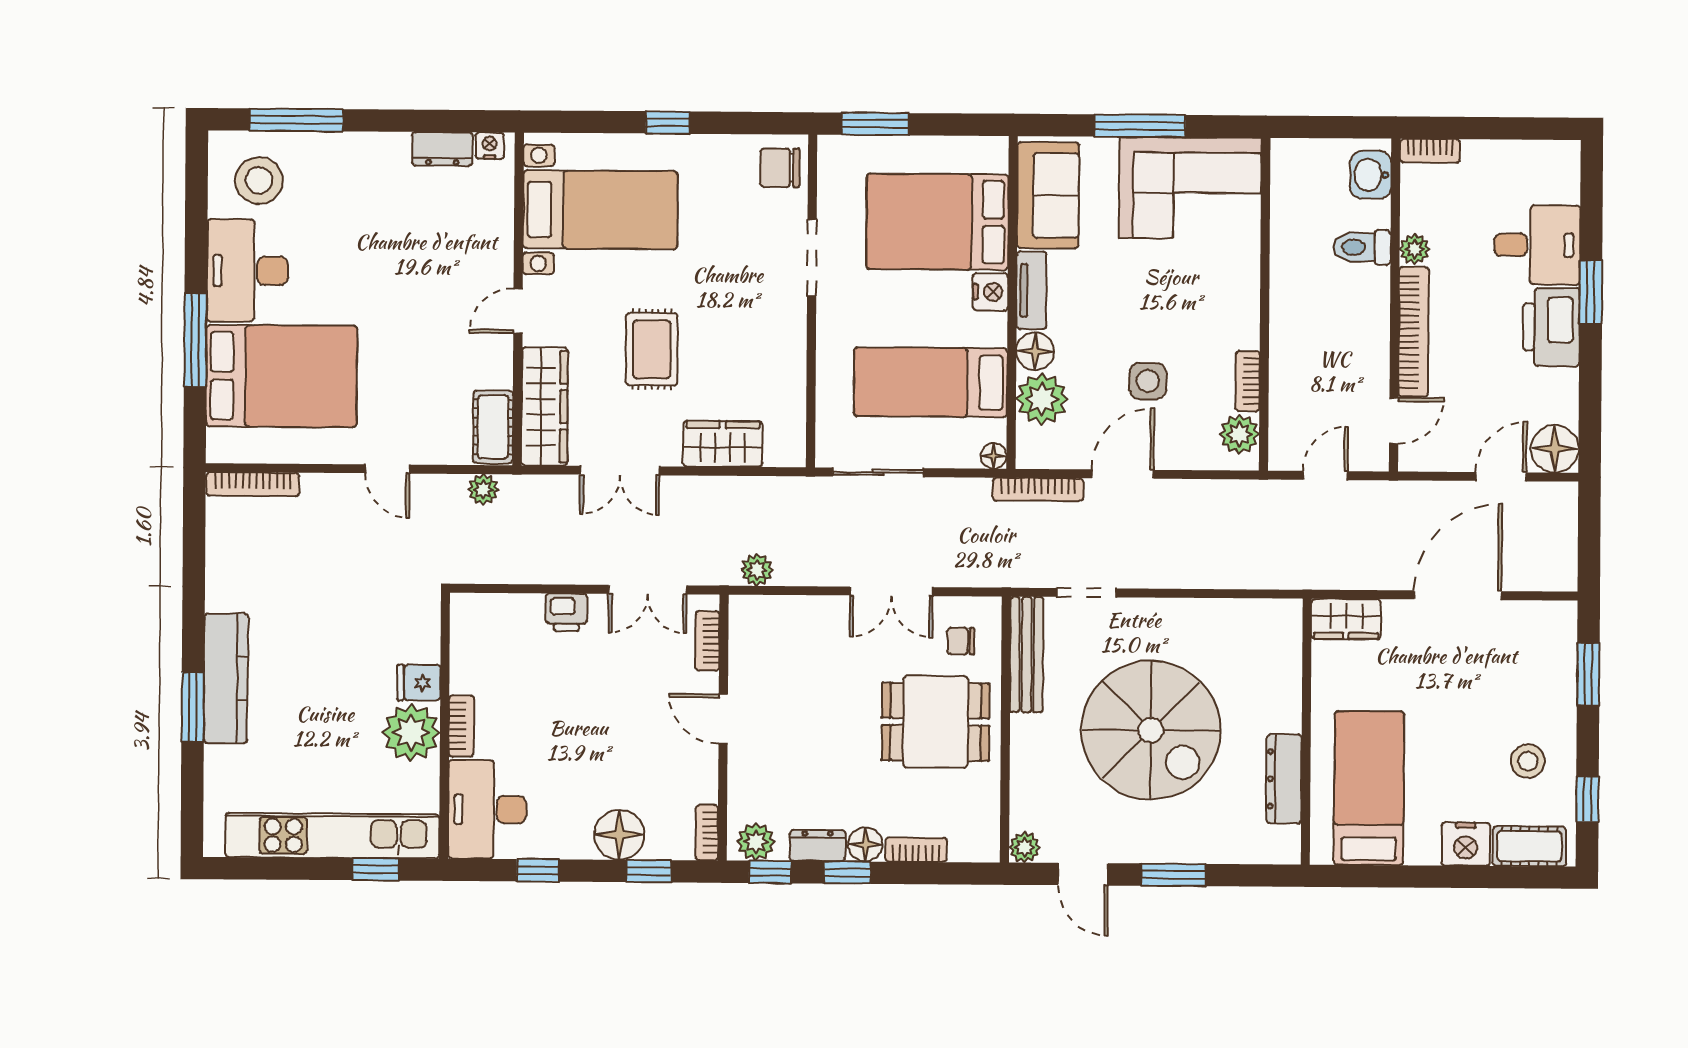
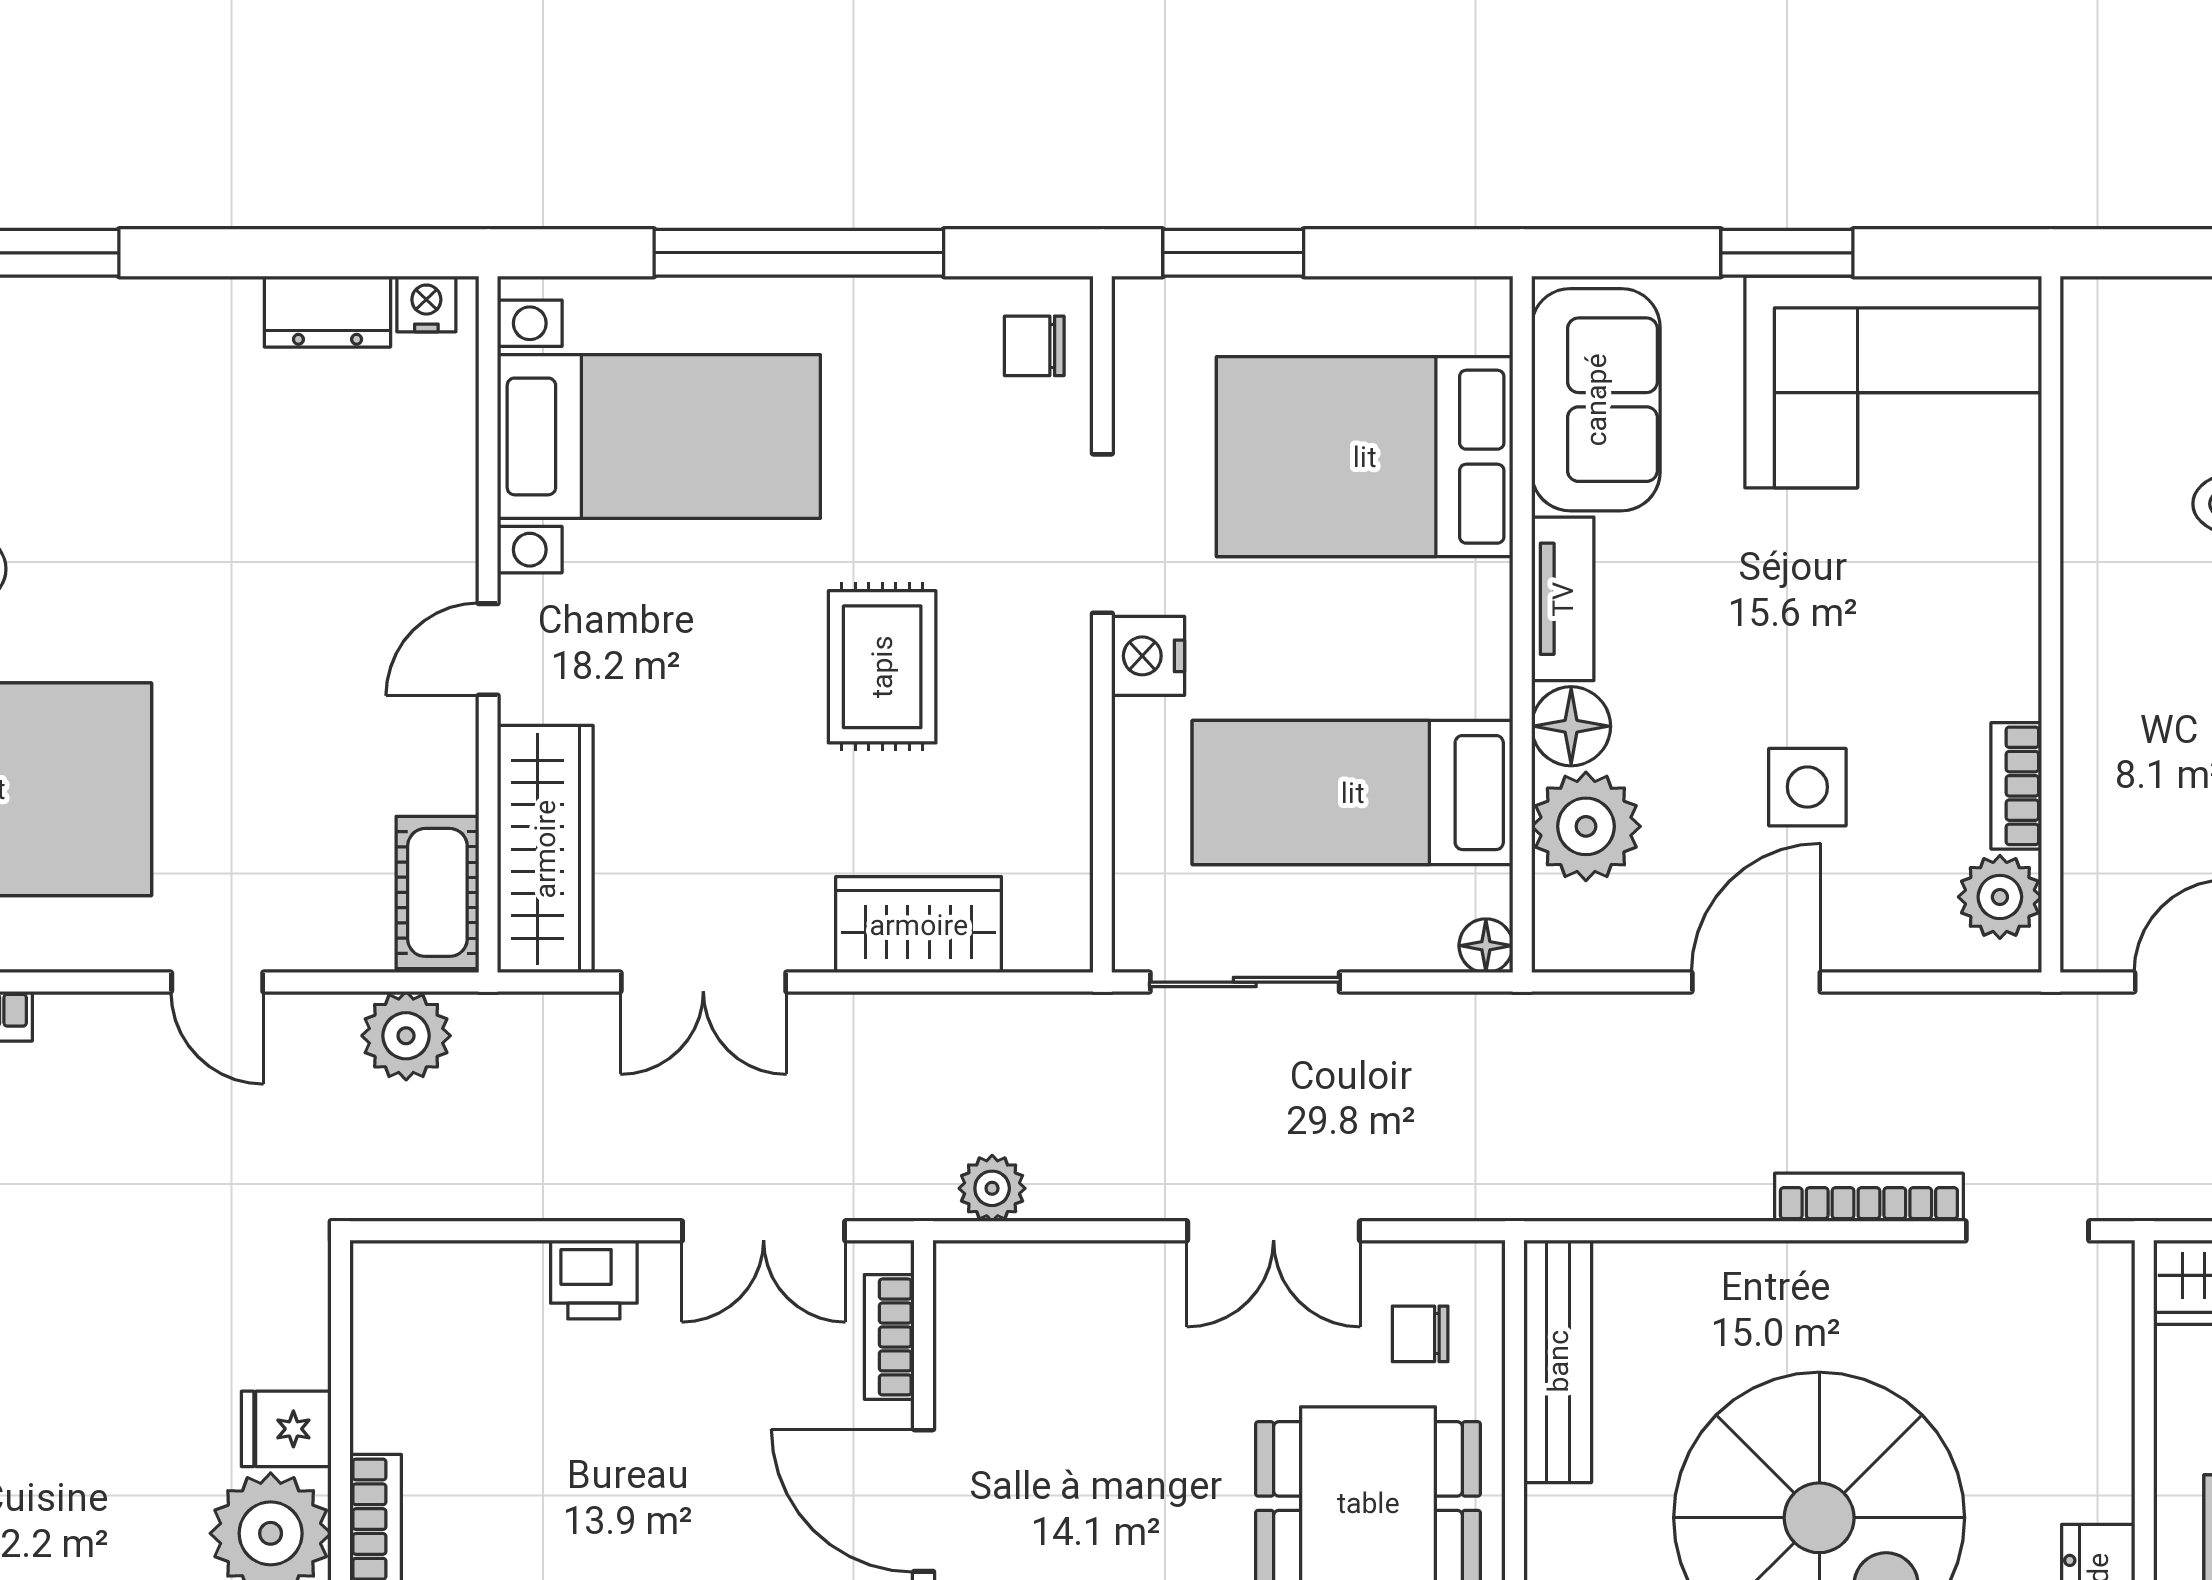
window: (668, 122) -> (799, 253), width x3.17
window: (1140, 126) -> (1787, 253), width x0.69
chair: (780, 168) -> (1034, 346), width x0.73, depth x0.73
nightstand: (990, 292) -> (1148, 656), moved, turned 180
rug: (652, 349) -> (882, 667), moved
plant: (483, 489) -> (406, 1036), width x1.38, depth x1.38
bookcase: (1038, 489) -> (1869, 1197), moved, turned 180
doorway: (1086, 593) -> (2027, 1231), moved
door: (723, 719) -> (924, 1501), width x1.38

